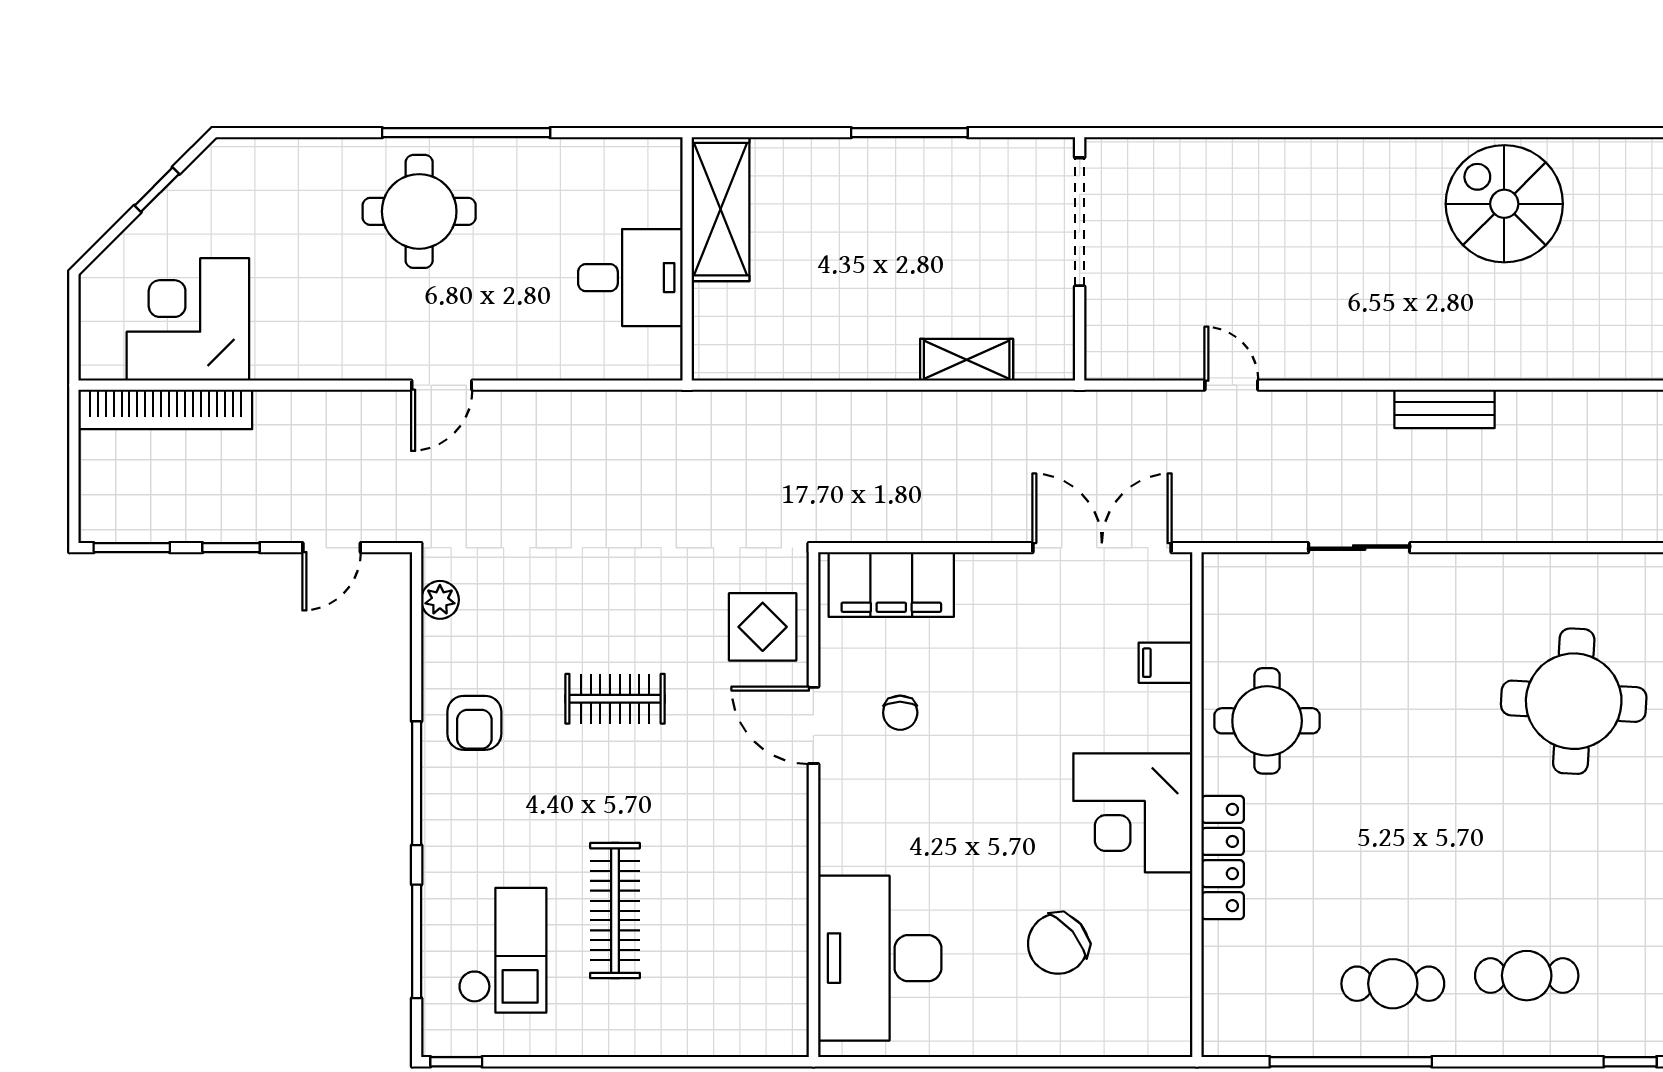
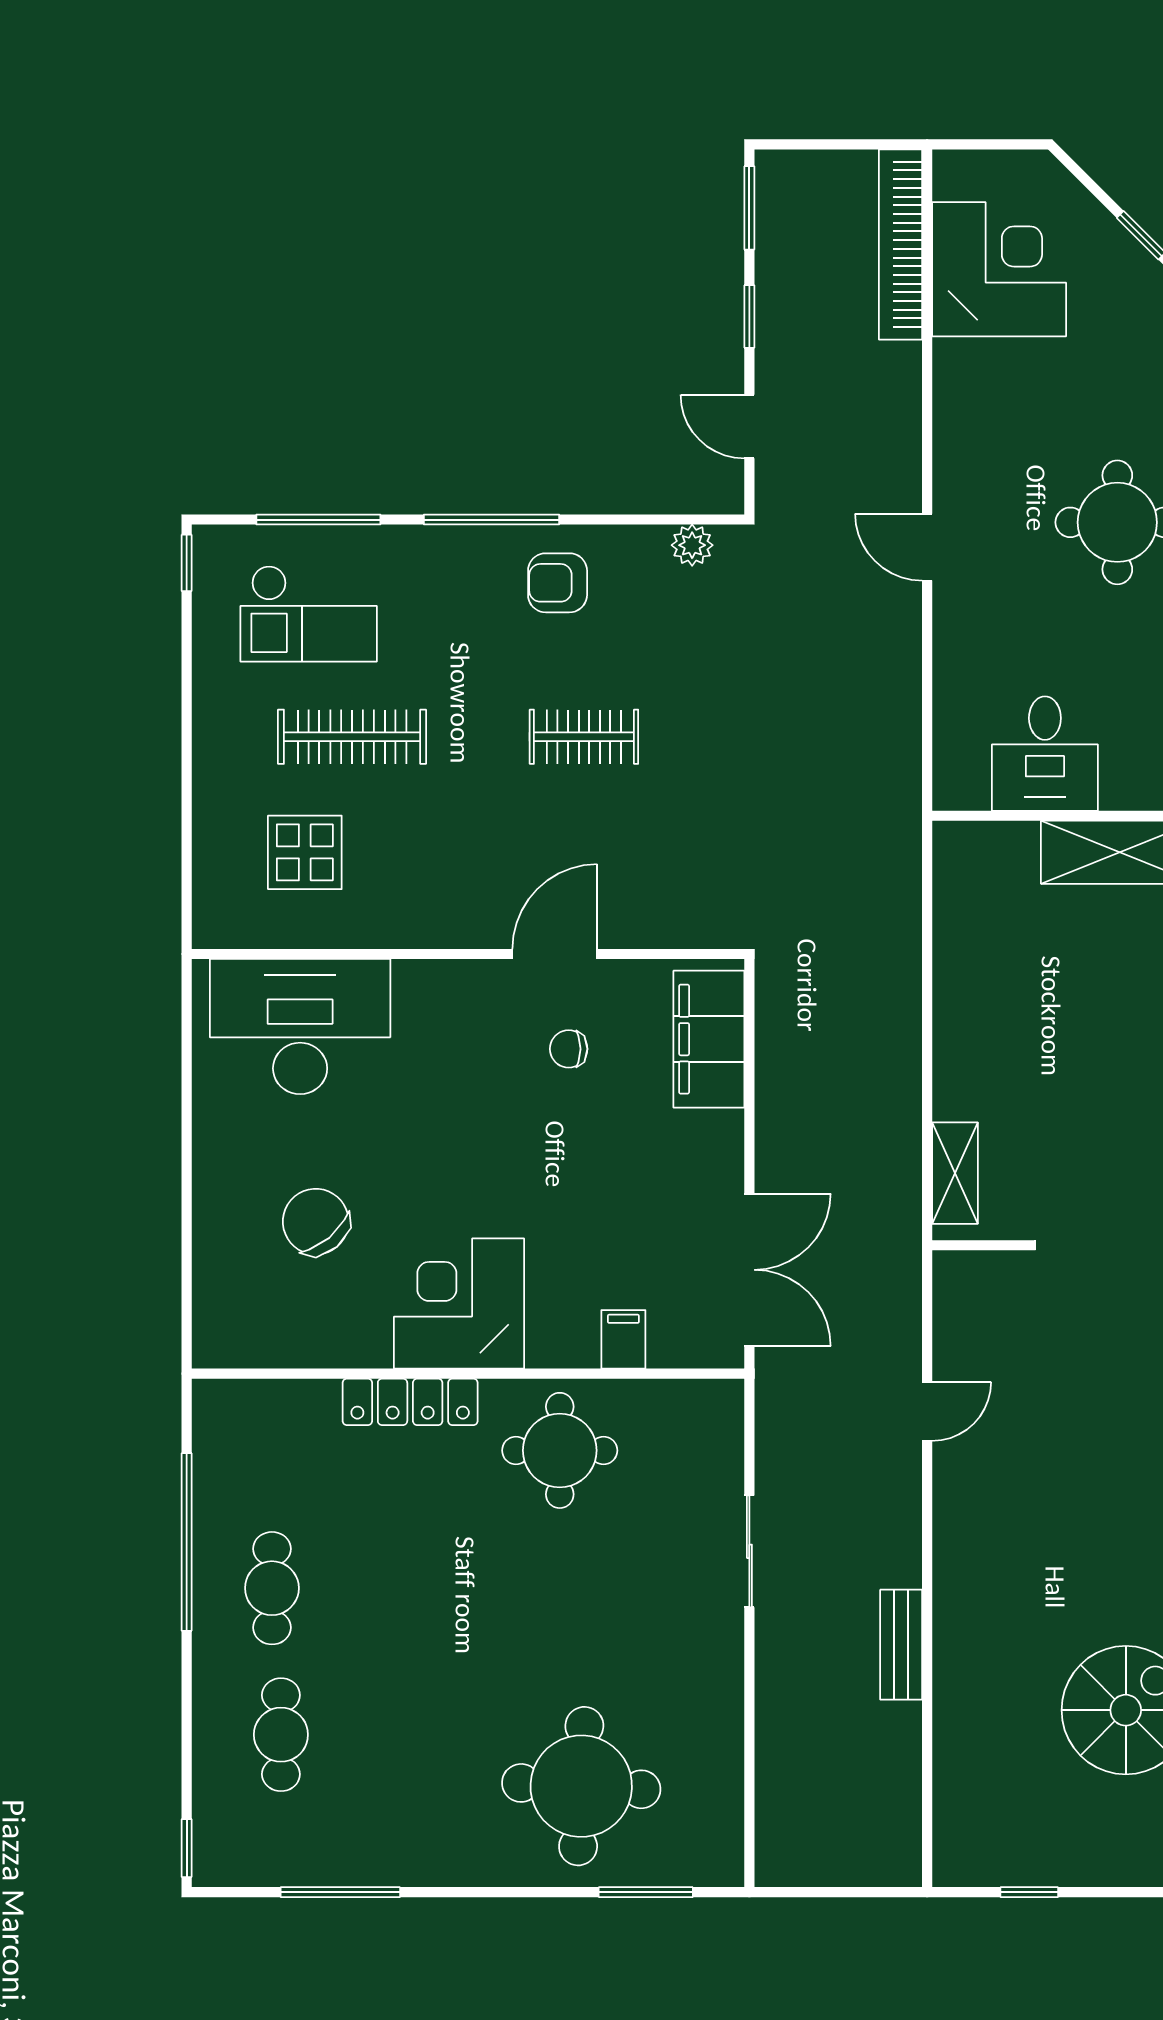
shelving: (967, 360) -> (955, 1173), moved
display table: (763, 627) -> (305, 852), moved
clothes rail: (615, 699) -> (584, 737), turned 90

